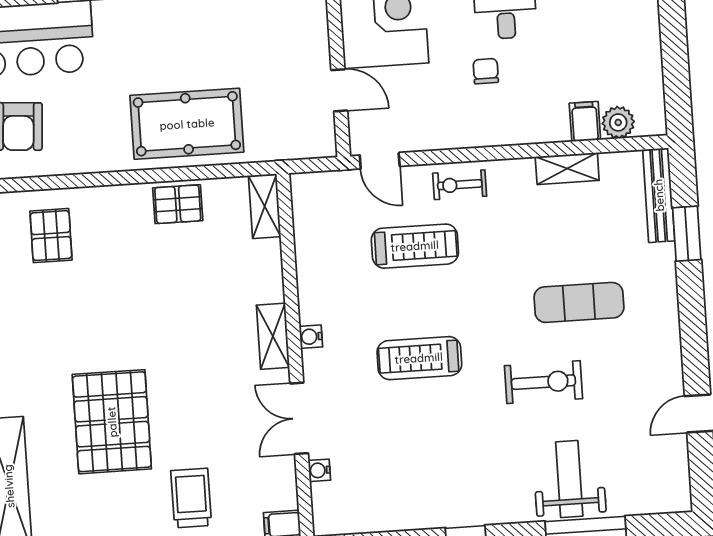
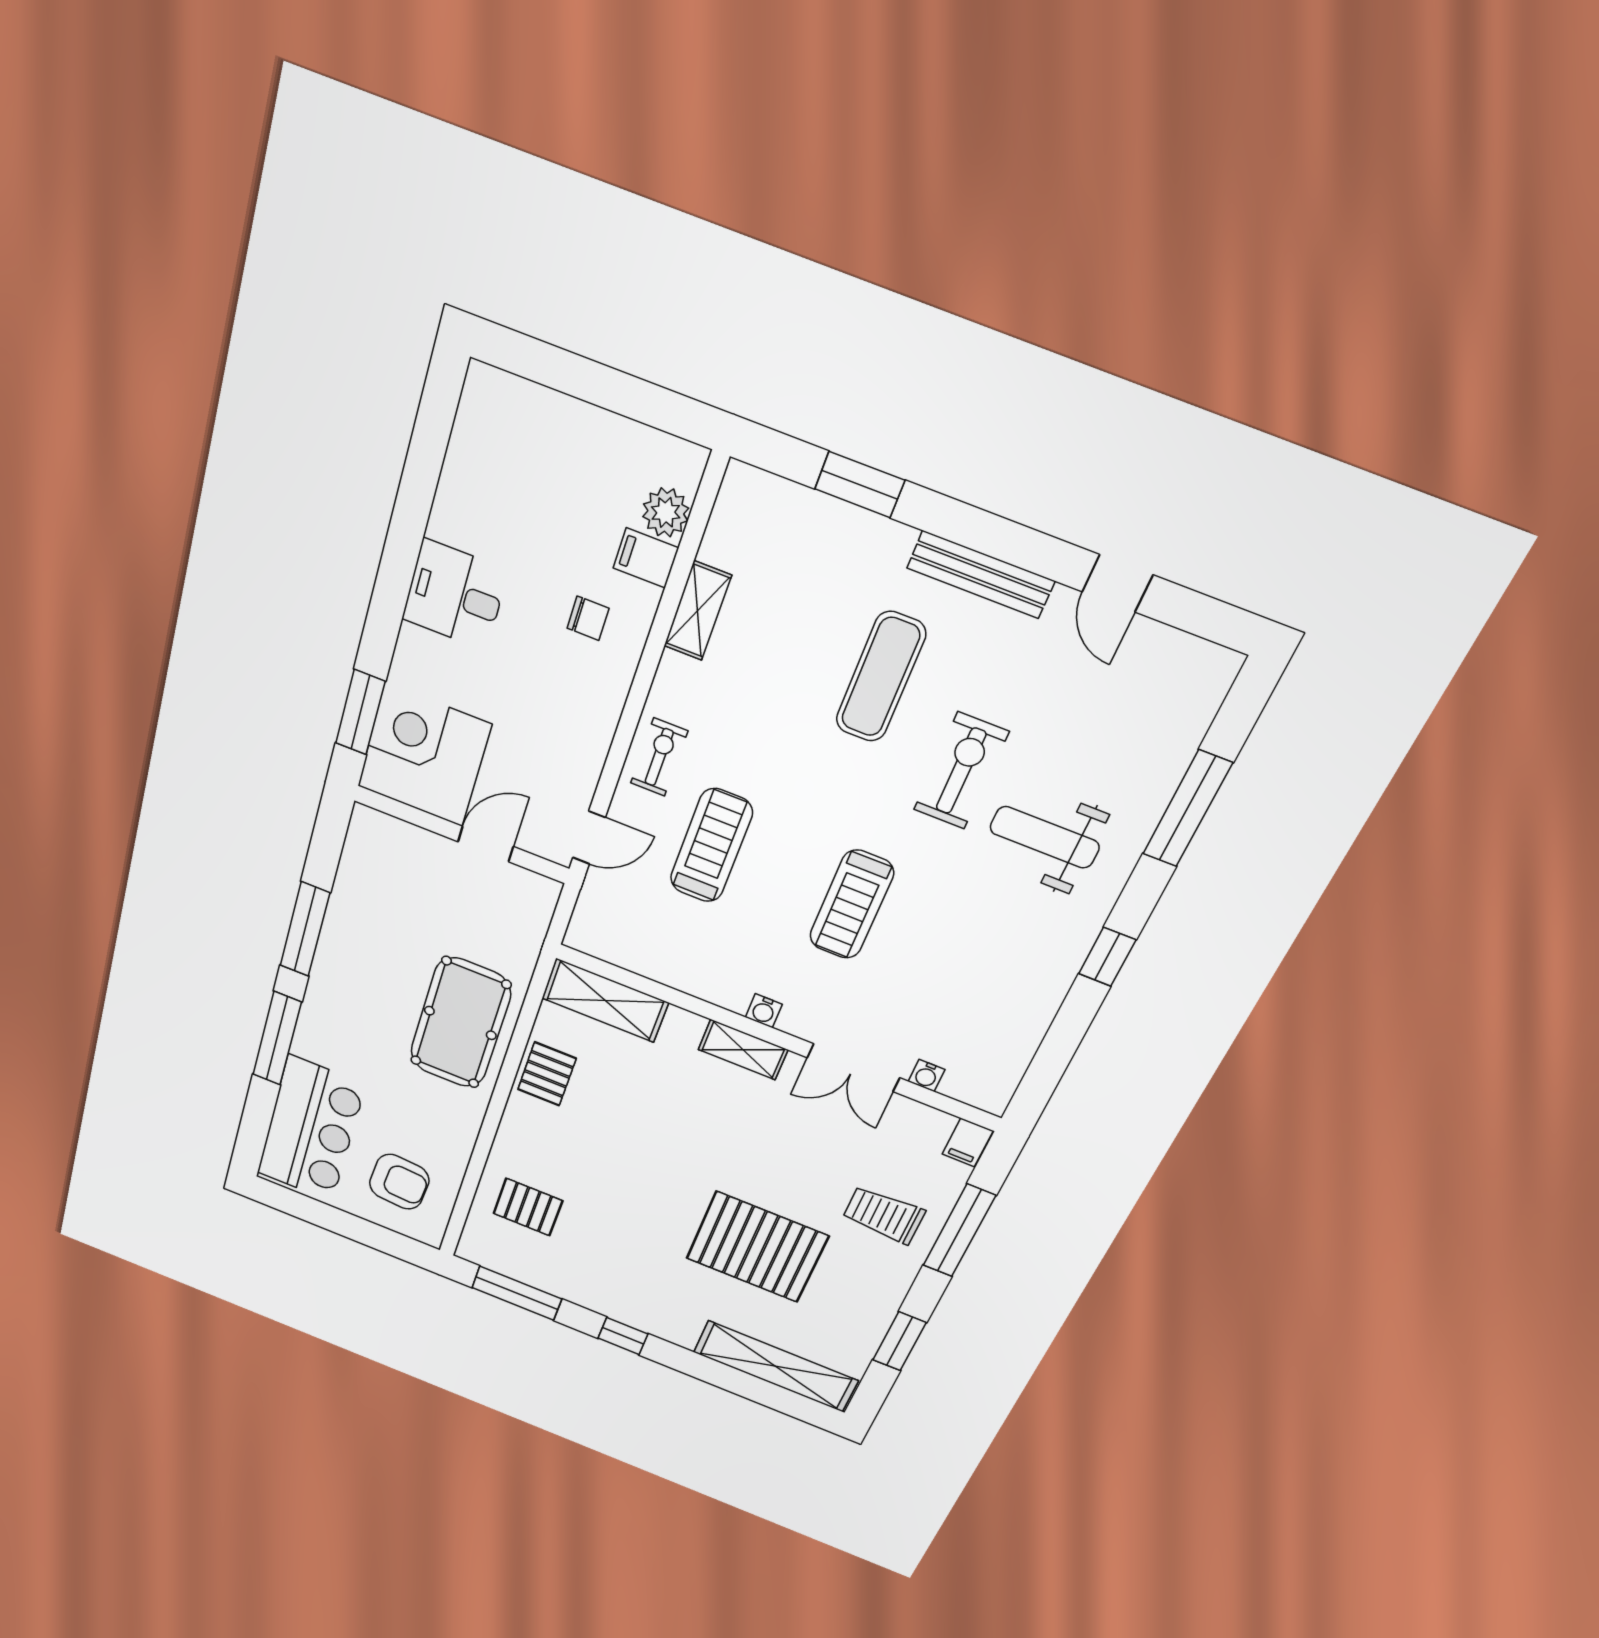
chair: (486, 71) -> (588, 618), moved, turned 180
exercise bike: (460, 185) -> (659, 757), turned 180
bench: (659, 195) -> (981, 574), moved
shelving: (265, 206) -> (605, 1000), width x1.50, depth x1.33
weight bench: (569, 479) -> (1045, 837), moved

